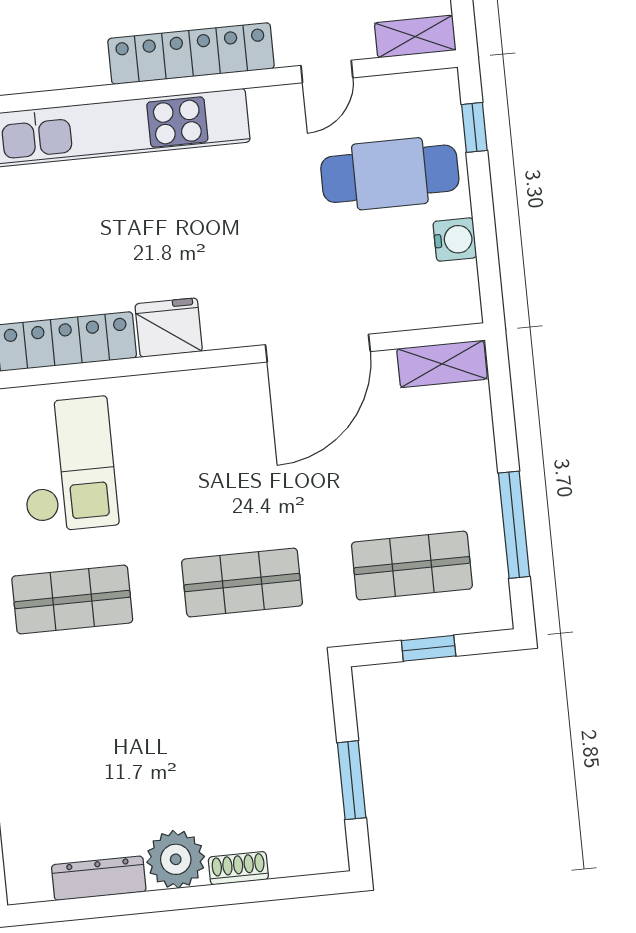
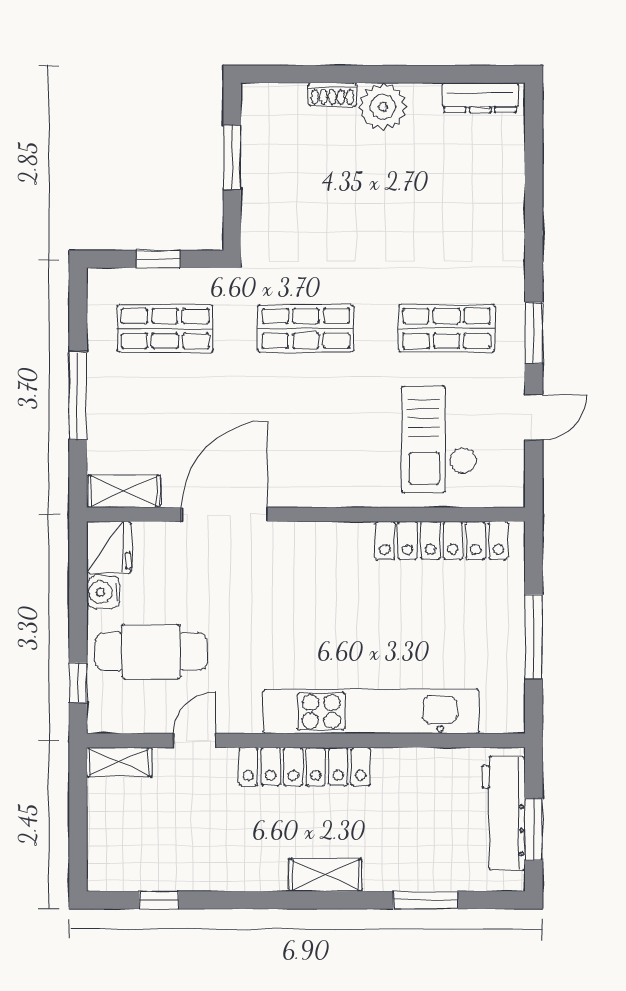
fridge: (169, 328) -> (109, 547), moved, turned -90
window: (514, 525) -> (78, 396), moved
dresser: (99, 878) -> (480, 98), moved

